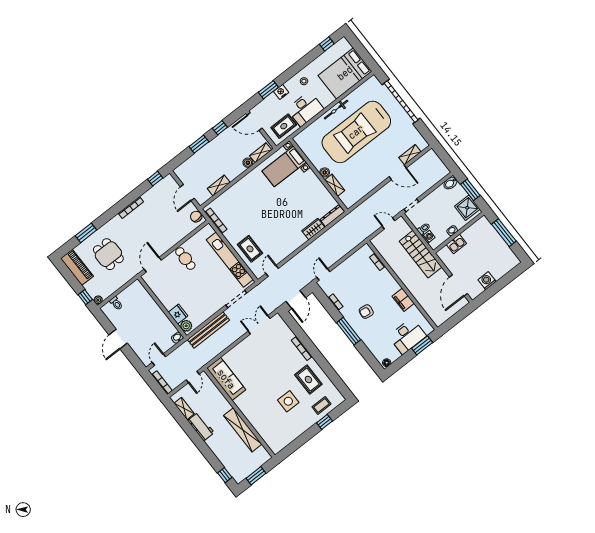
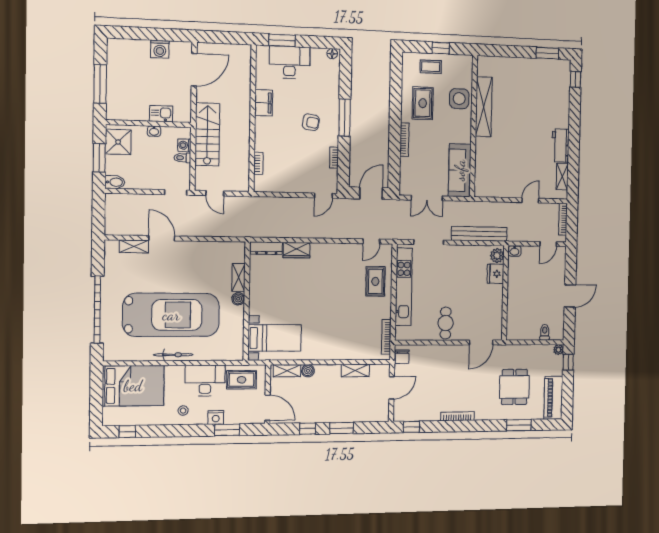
sofa: (226, 379) -> (460, 170), moved
wall: (239, 413) -> (474, 126), moved
shelving: (243, 430) -> (484, 107), moved

